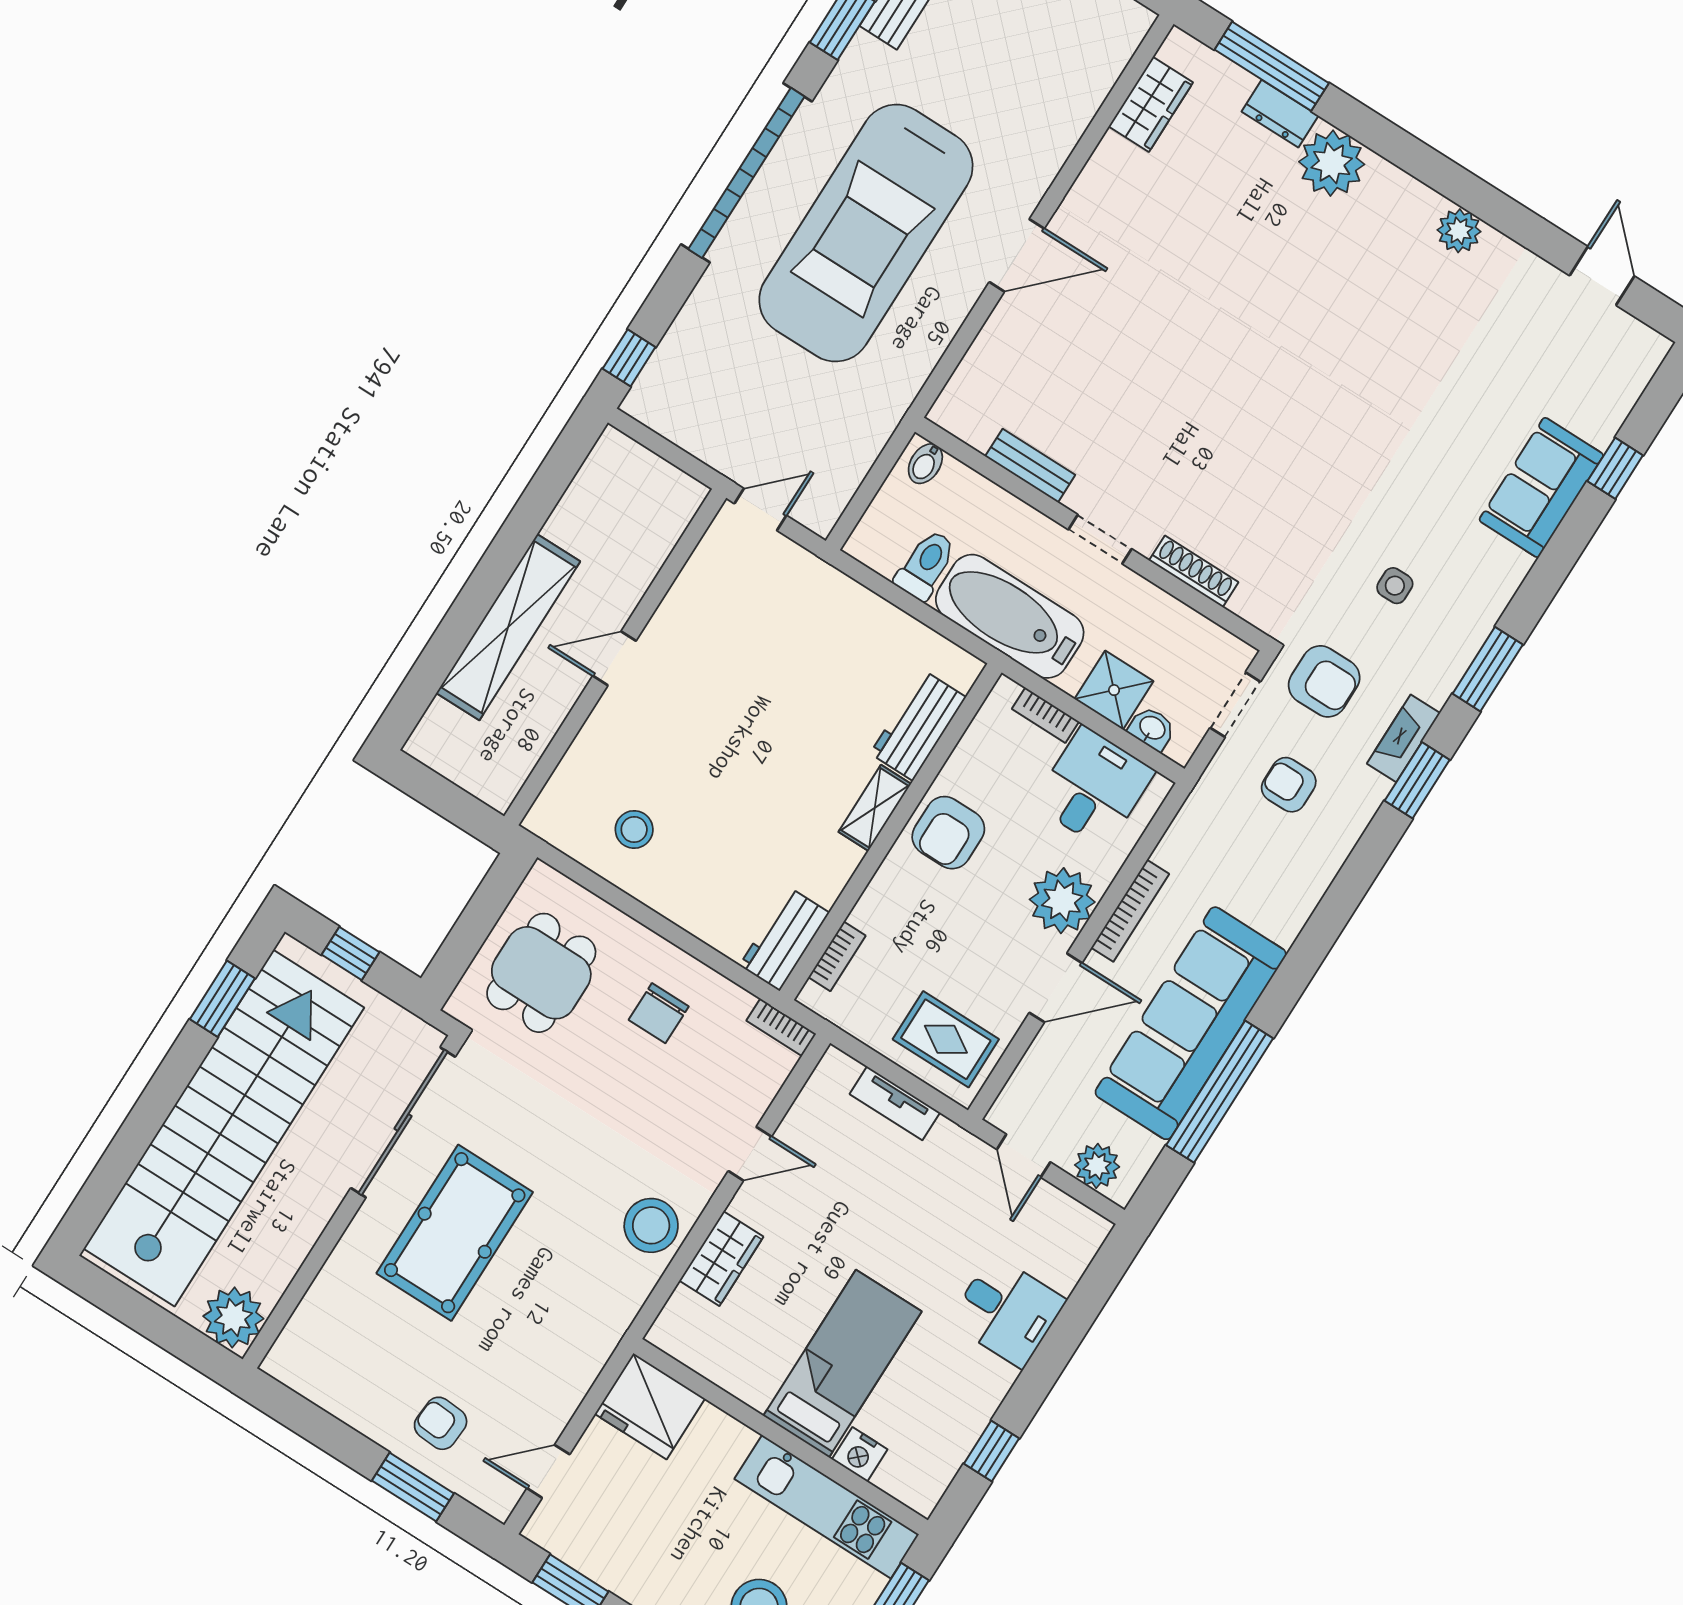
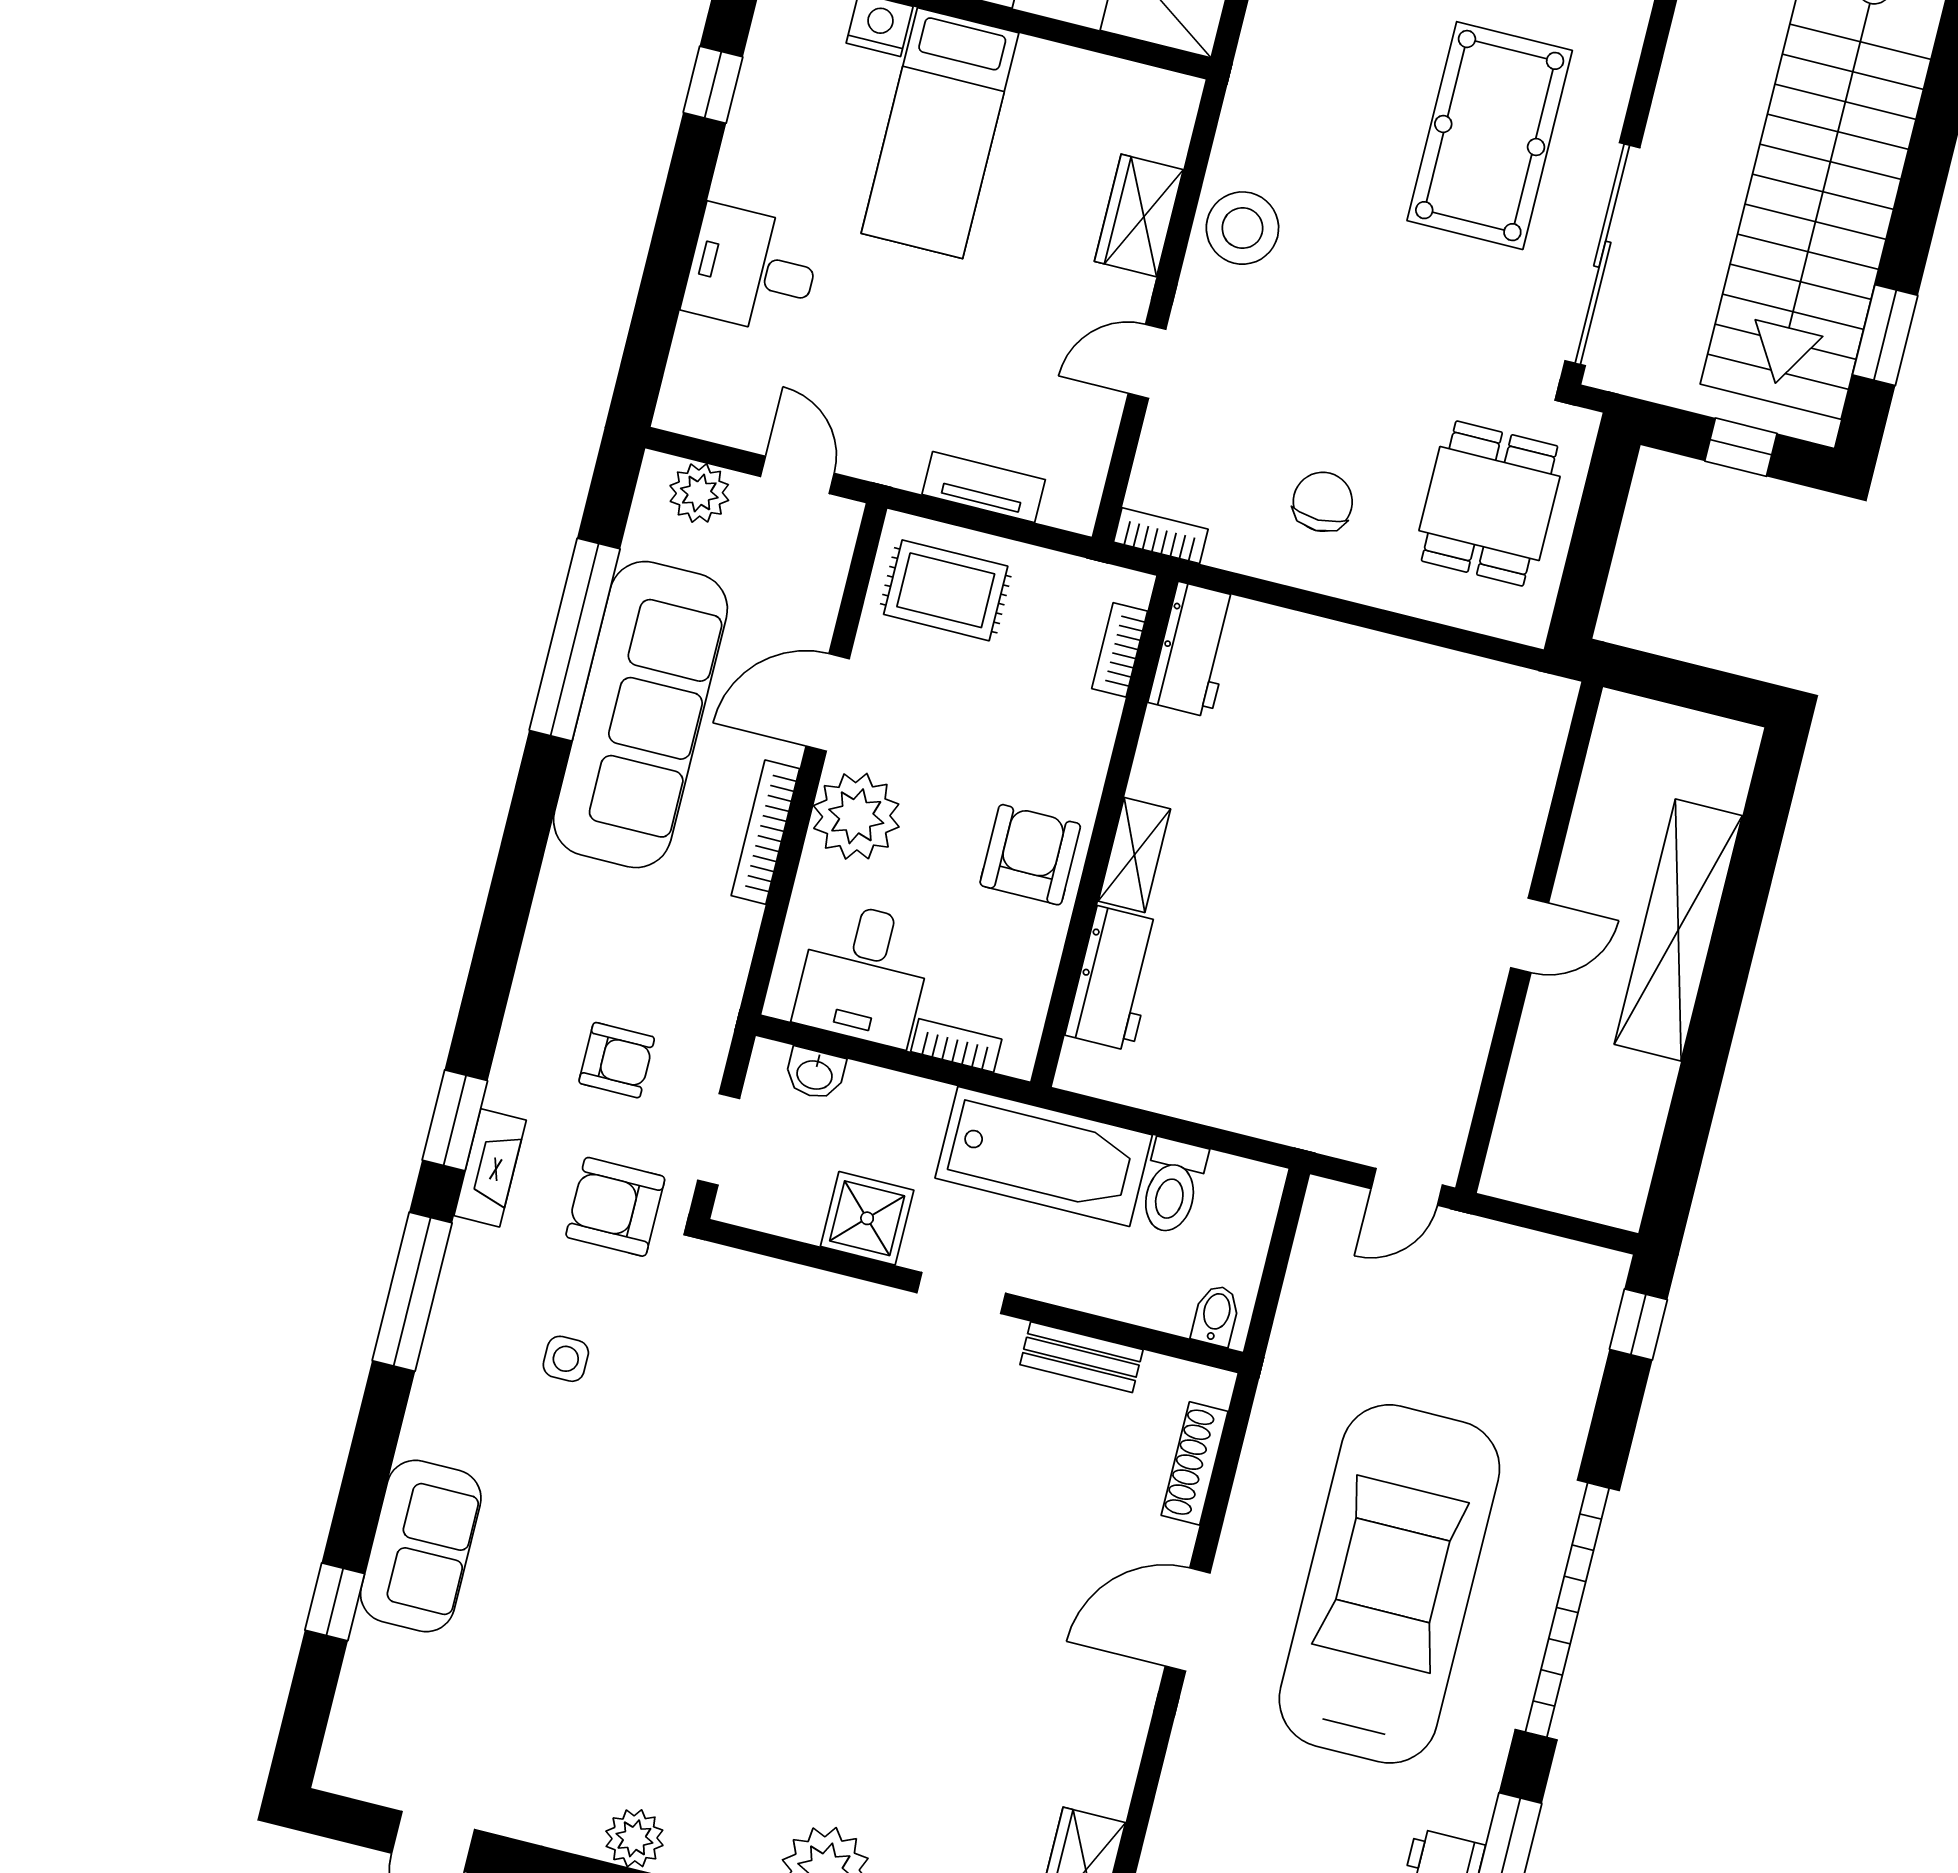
shoe rack: (1194, 571) -> (1195, 1463), moved, turned 90
window: (1488, 669) -> (412, 1292), width x1.44
shower: (1114, 690) -> (867, 1218), moved
stool: (634, 829) -> (1432, 725), removed

